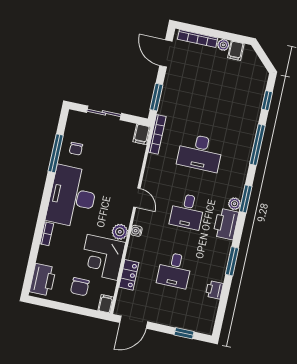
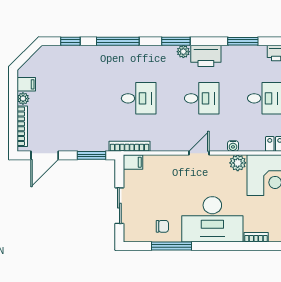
desk: (200, 153) -> (139, 98), width x0.73

